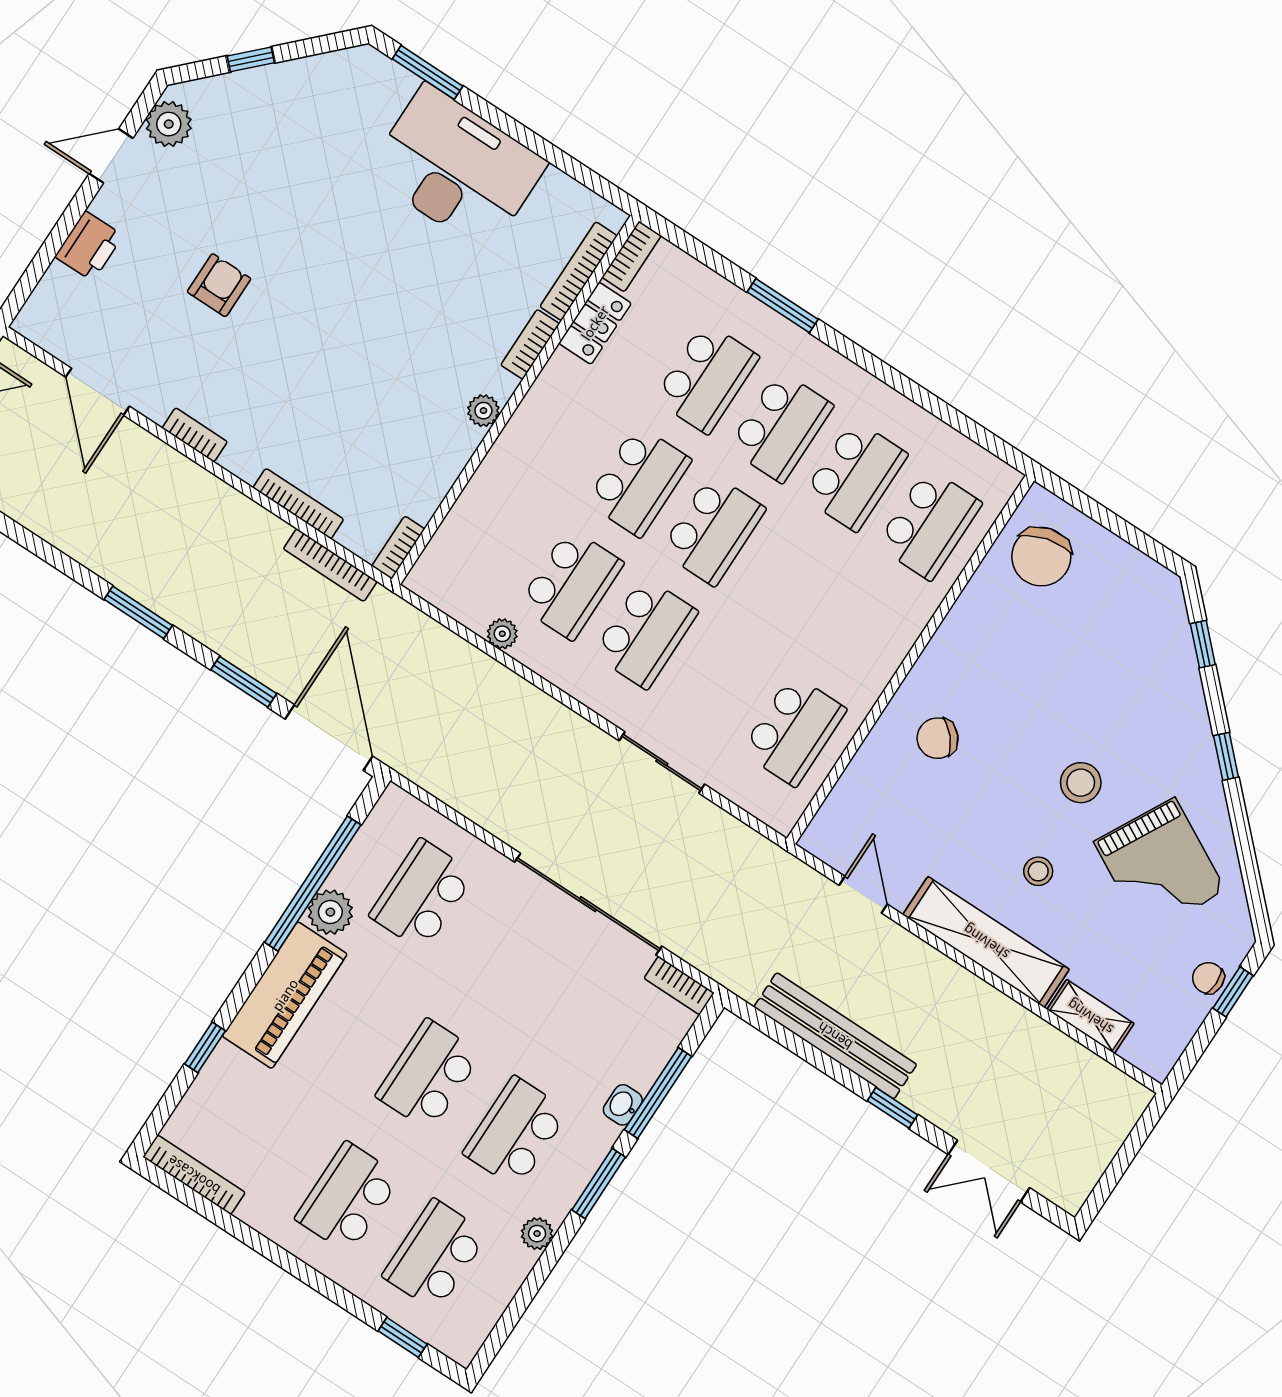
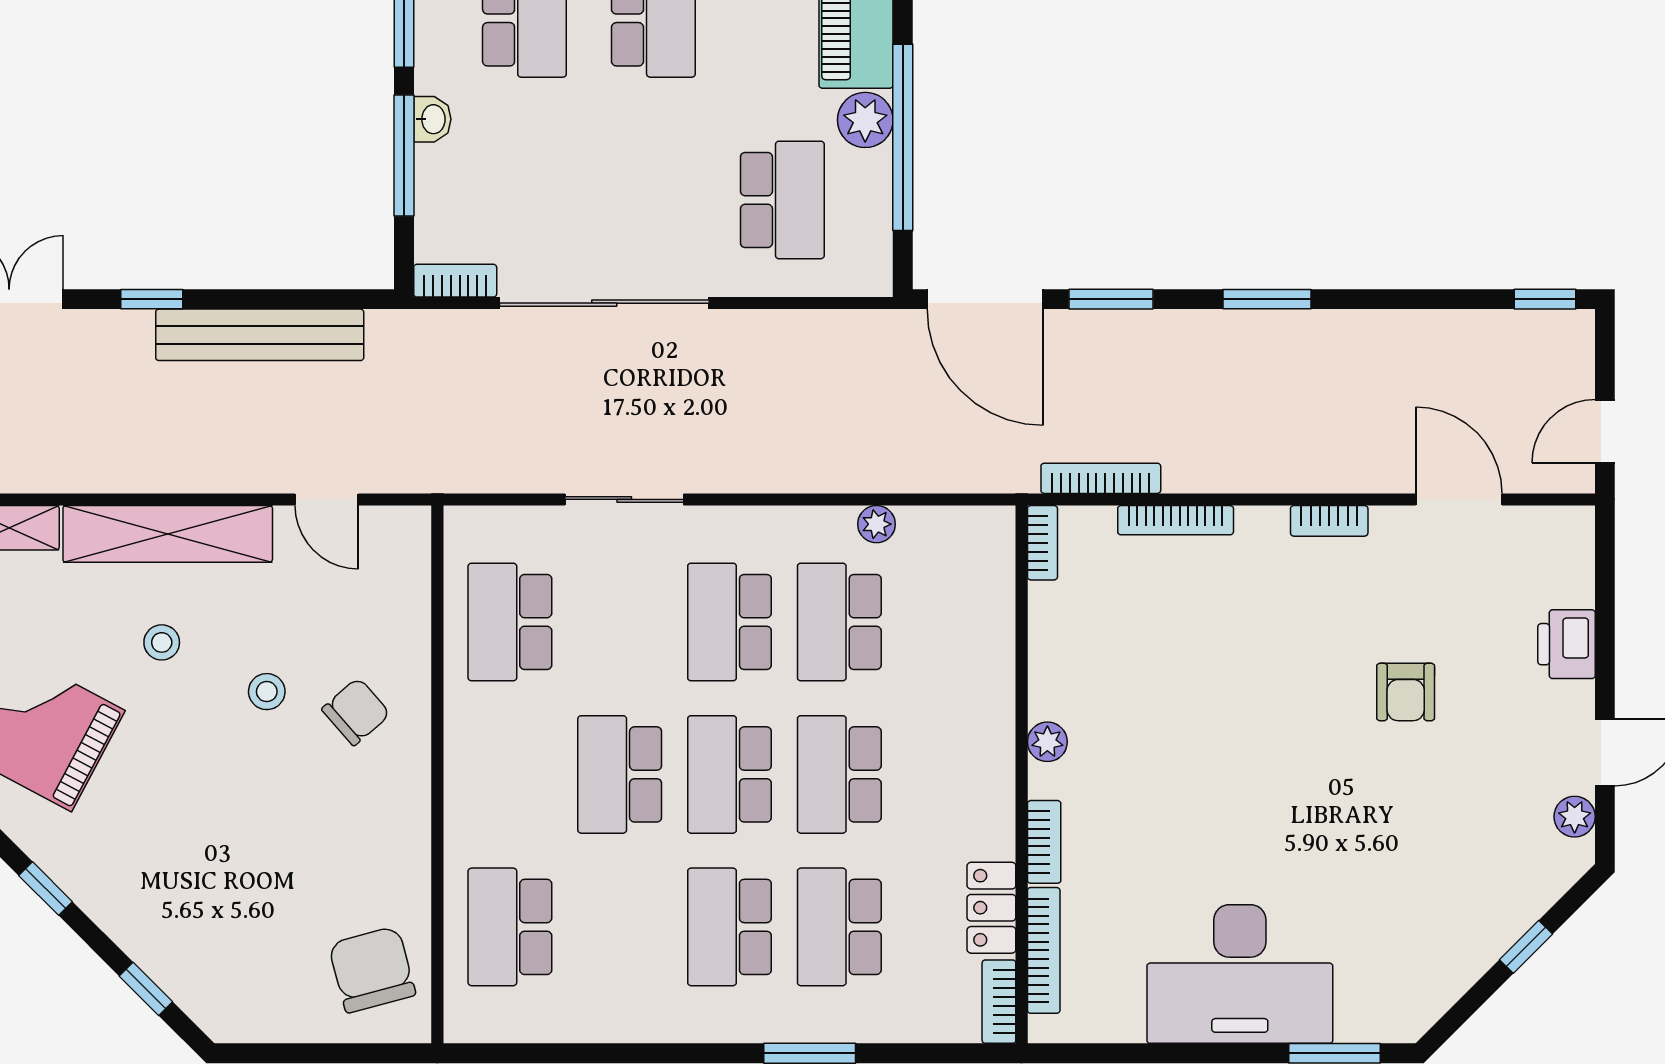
plant: (169, 124) -> (1575, 817), width x0.73, depth x0.73
school desk: (855, 475) -> (620, 774), moved
stool: (1081, 783) -> (267, 692), moved, width x0.73, depth x0.73

